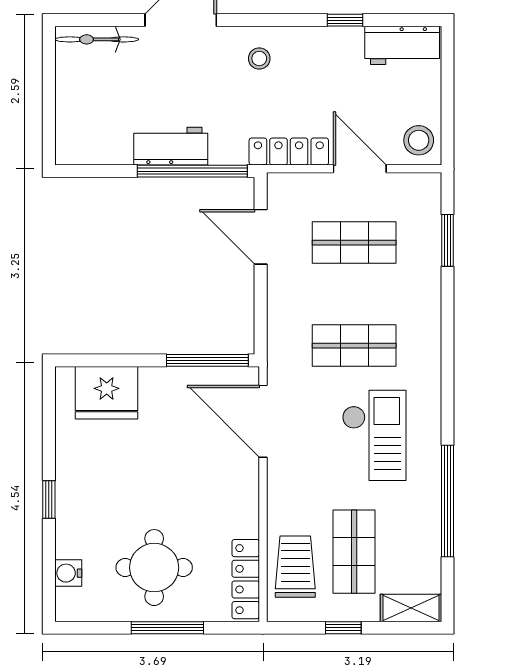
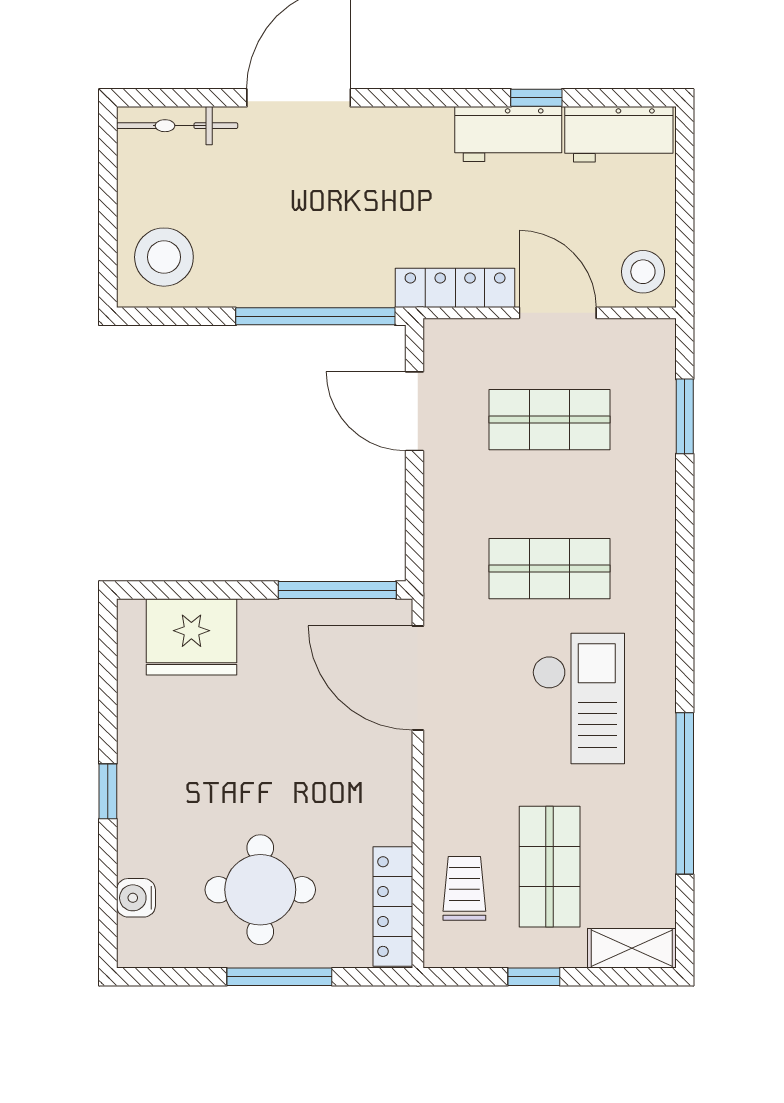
stool: (259, 58) -> (164, 257), moved, width x1.89, depth x1.89
workbench: (171, 146) -> (508, 134), moved, turned 180
trolley: (295, 567) -> (464, 888), width x0.73, depth x0.72

